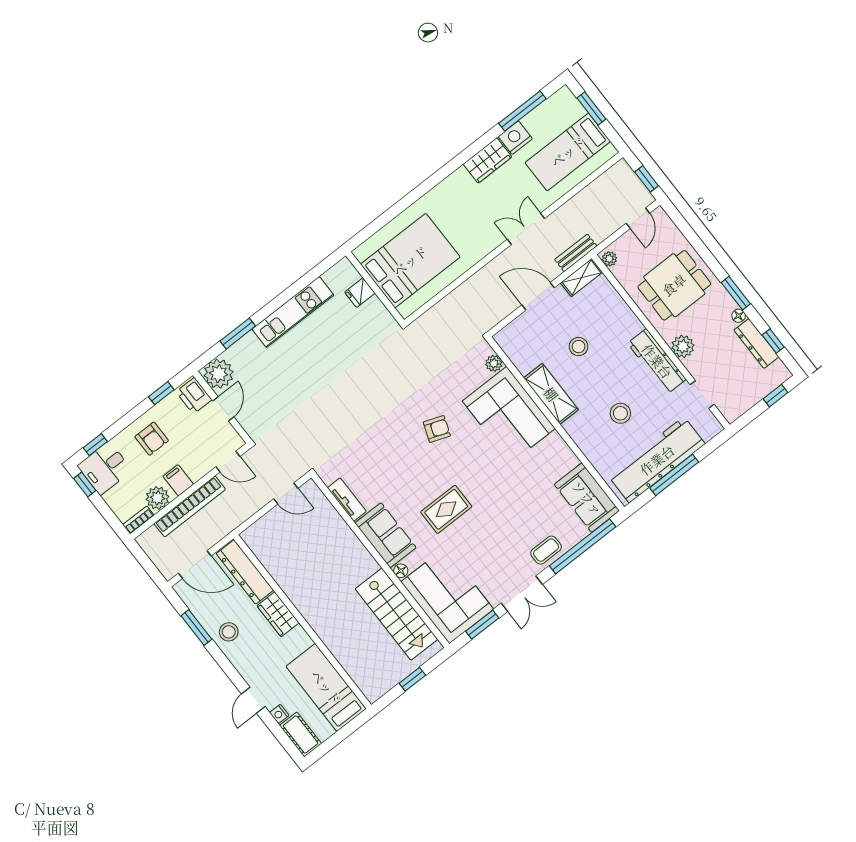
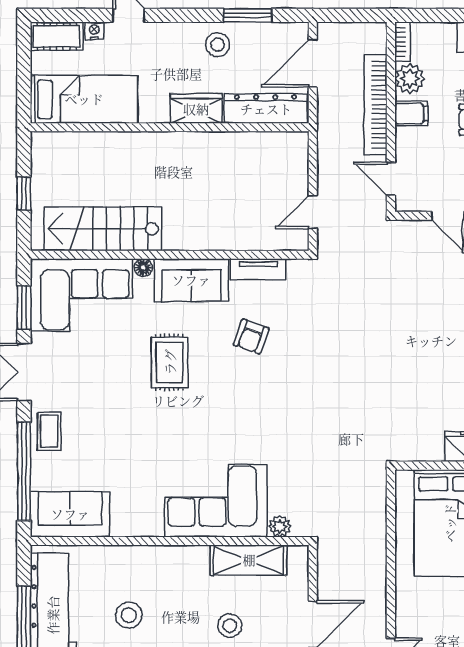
shelving: (551, 394) -> (249, 560), moved
armchair: (437, 429) -> (251, 337), moved
door: (228, 462) -> (391, 179), hinge flipped

